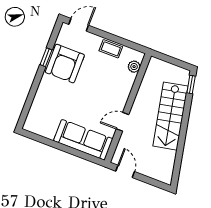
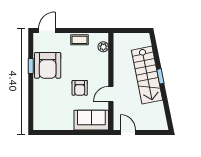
window: (191, 85) -> (160, 76), moved
armchair: (91, 102) -> (80, 88), added
sofa: (83, 140) -> (91, 120), width x0.73

